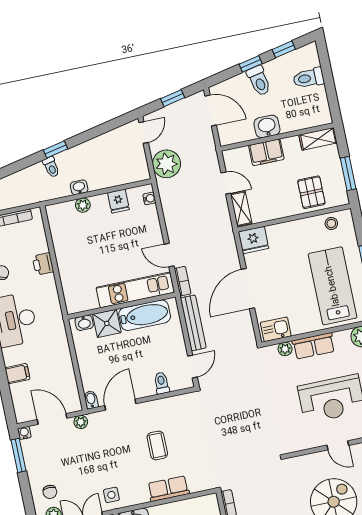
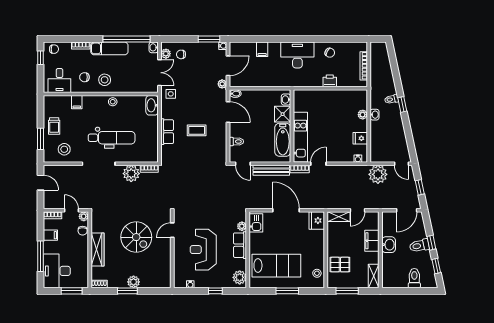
door: (338, 445) -> (172, 230), moved

